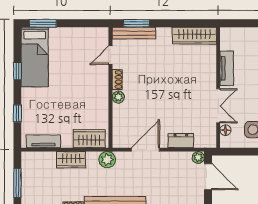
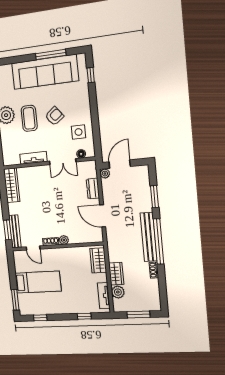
bed: (35, 57) -> (38, 282), moved
window: (17, 71) -> (40, 318), moved
double door: (218, 106) -> (63, 162), swing flipped
plant: (107, 160) -> (118, 292), moved

